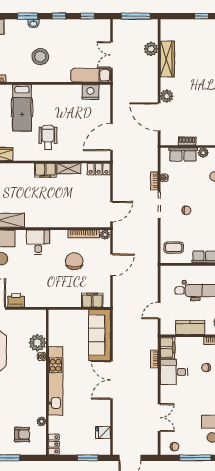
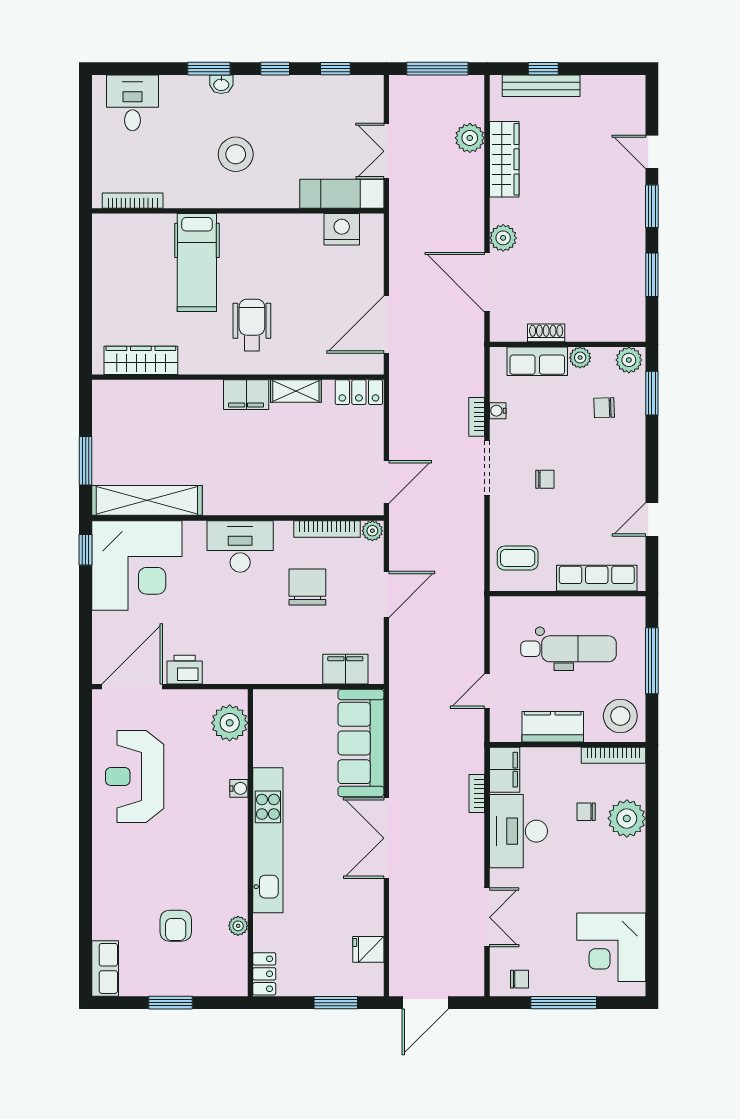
window: (201, 16) -> (543, 69), moved
bench: (185, 24) -> (541, 86), added
desk: (38, 242) -> (240, 546), width x1.37
plant: (37, 343) -> (230, 723), moved
desk: (174, 372) -> (518, 831), width x1.37
armchair: (22, 434) -> (176, 926), moved, turned 90

